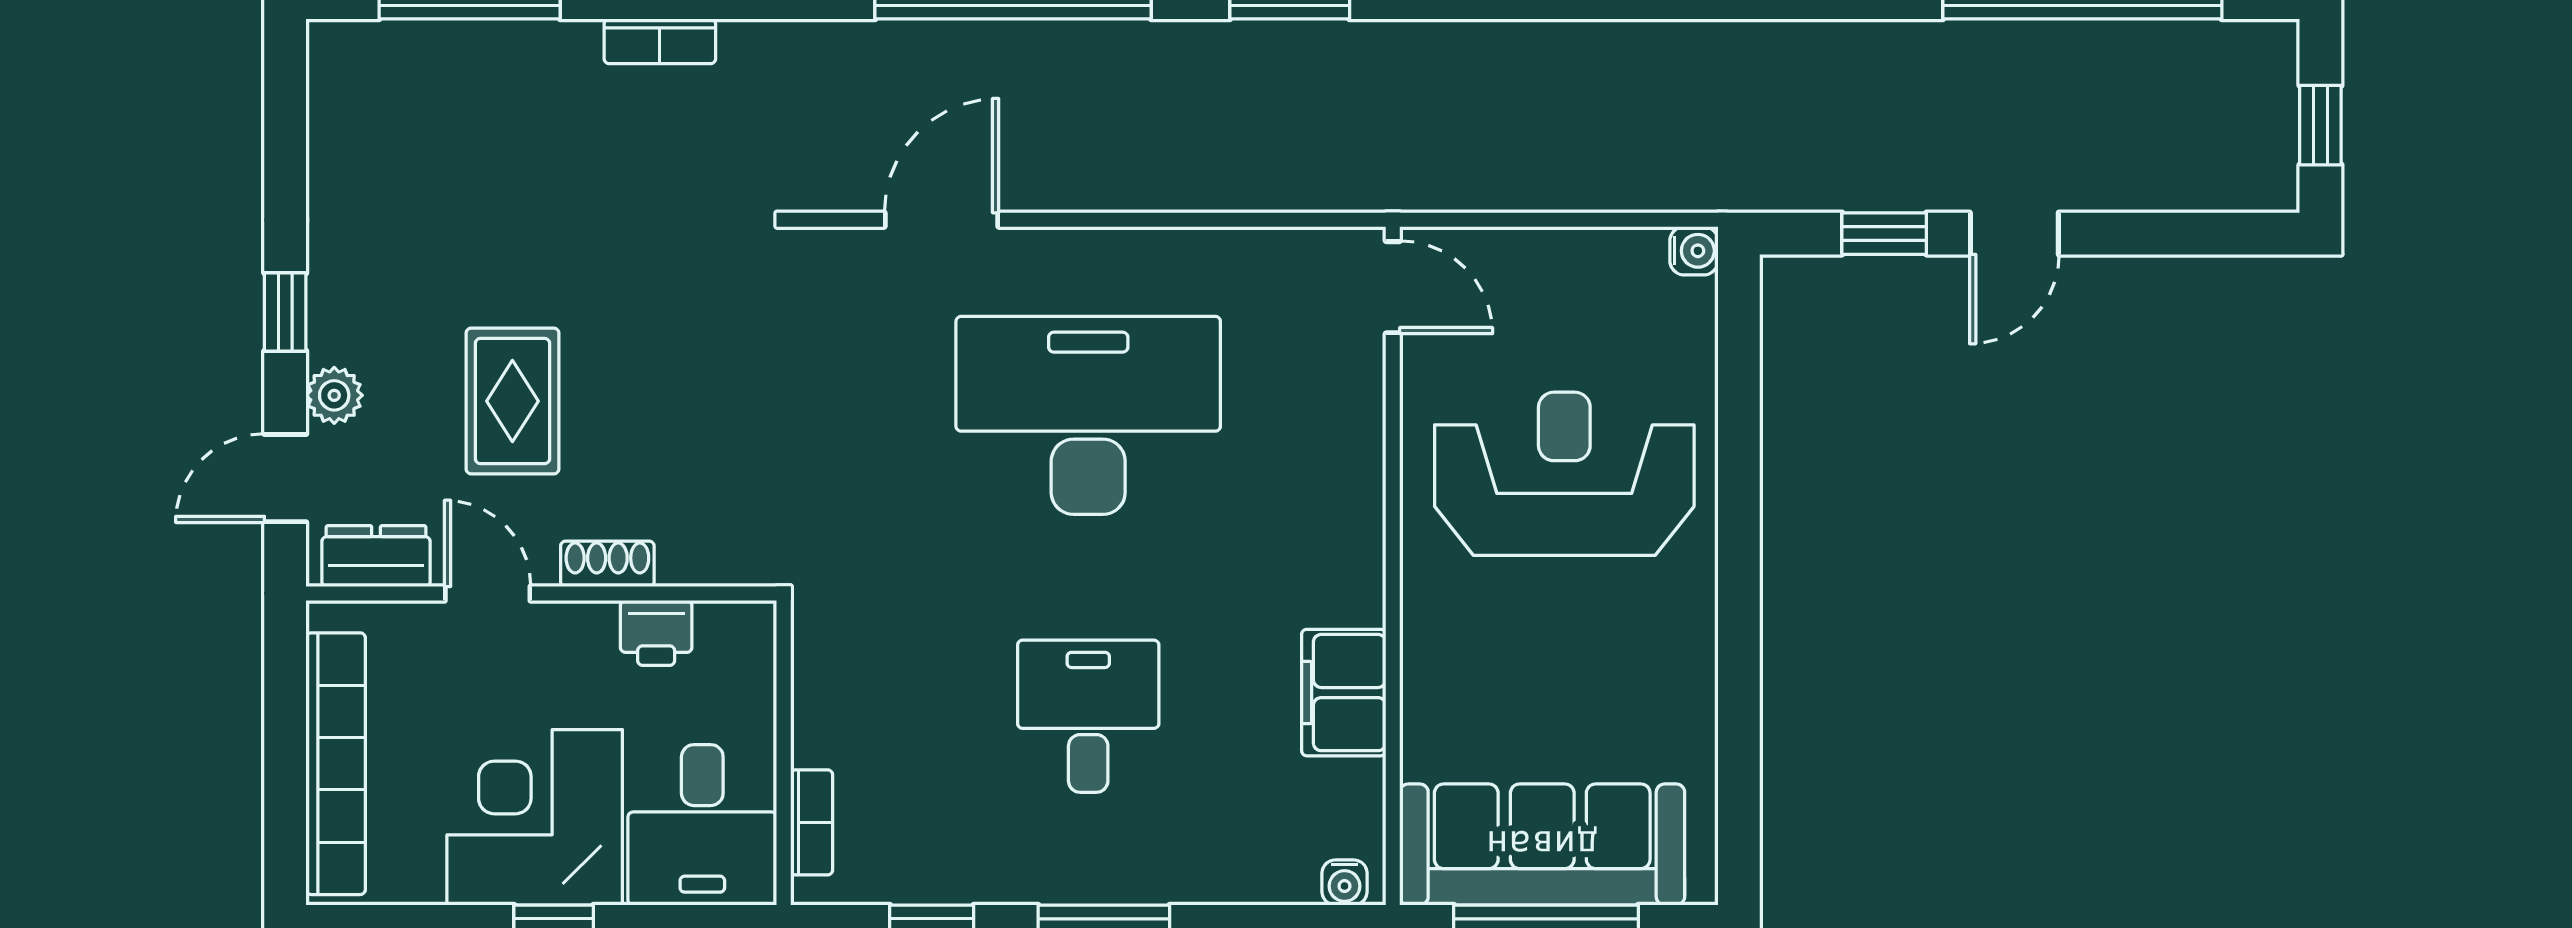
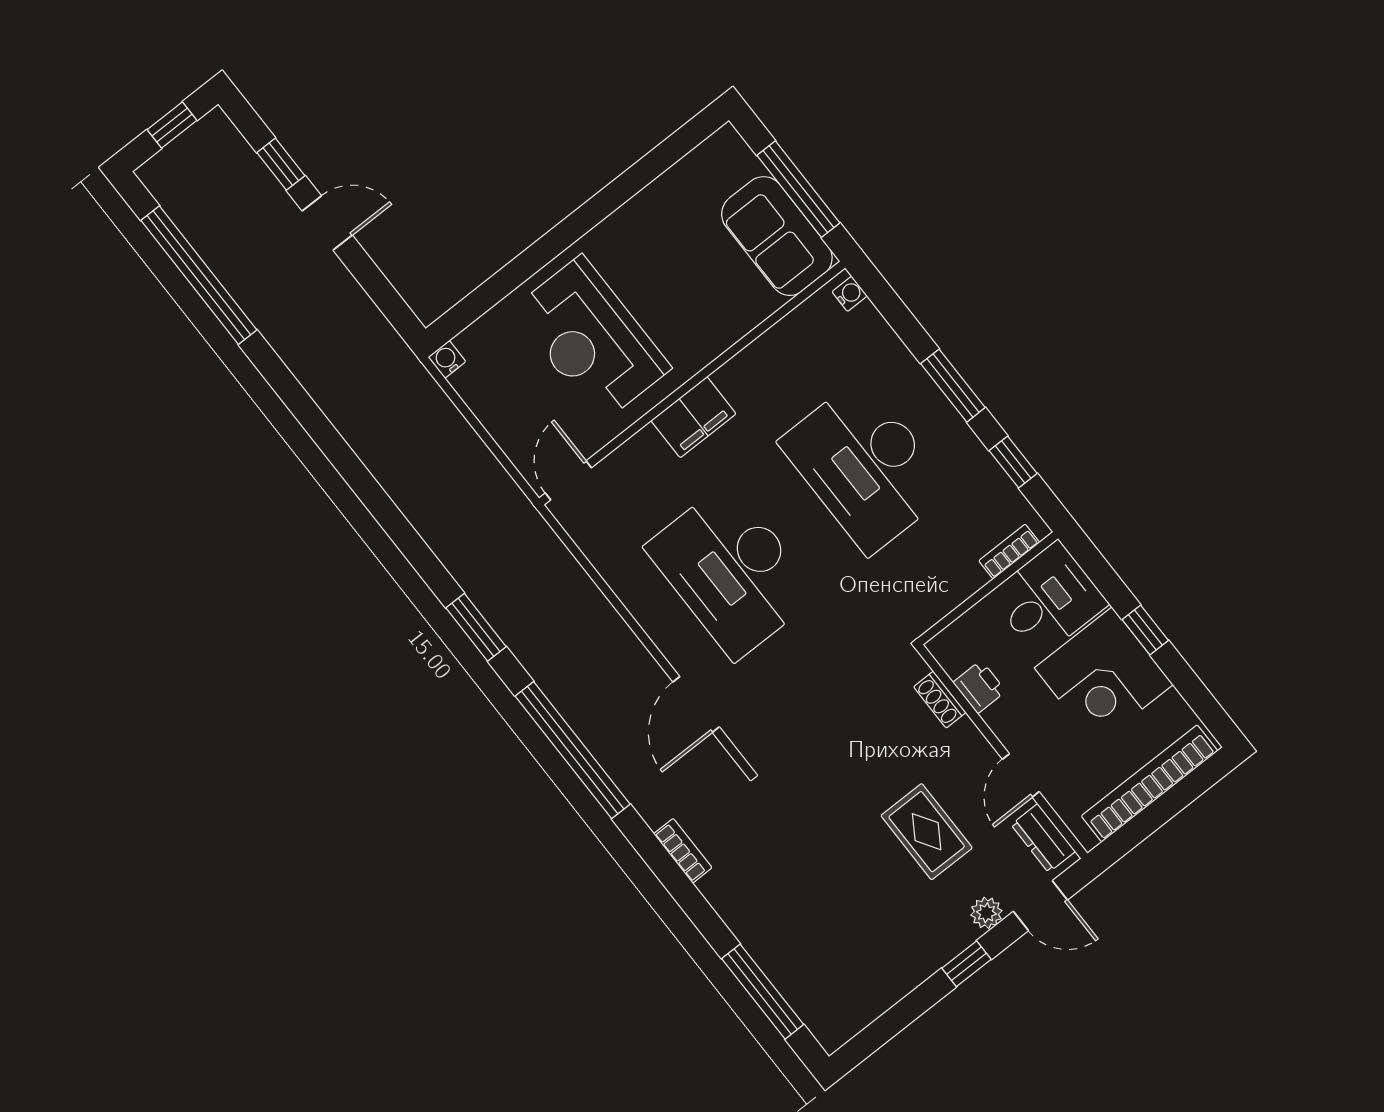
bookcase: (660, 41) -> (683, 851), moved
door: (942, 220) -> (696, 704), hinge flipped
window: (1884, 234) -> (281, 164), moved
rug: (512, 401) -> (927, 832), turned 90
shoe rack: (607, 564) -> (940, 700), moved
filing cabinet: (1344, 693) -> (693, 417), moved
desk: (1088, 716) -> (865, 466), width x1.87, depth x1.30
sofa: (1542, 844) -> (777, 236), width x0.73

